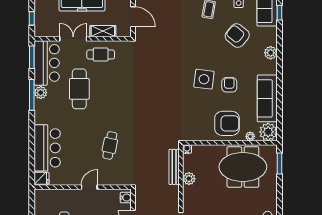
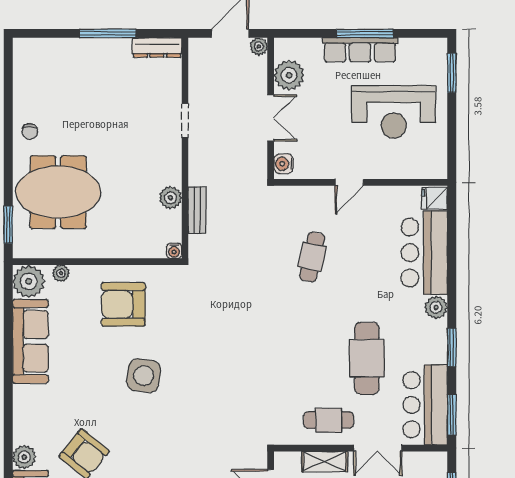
plant: (271, 53) -> (24, 457), moved
armchair: (229, 85) -> (98, 366), removed
plant: (41, 93) -> (436, 307), moved
window: (32, 95) -> (452, 347), width x0.69
armchair: (227, 123) -> (123, 304), moved
bench: (174, 167) -> (197, 210), width x0.73
meeting table: (243, 167) -> (58, 192), moved

